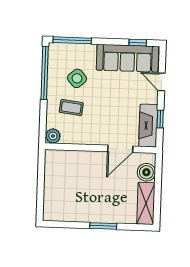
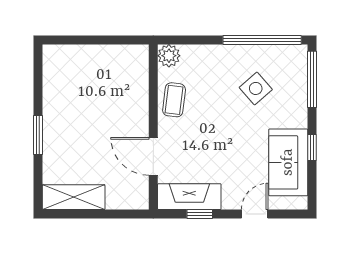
window: (138, 43) -> (312, 147), moved
sofa: (128, 58) -> (288, 162), width x0.73
coffee table: (71, 108) -> (174, 100), moved
boiler: (146, 172) -> (120, 196), removed

